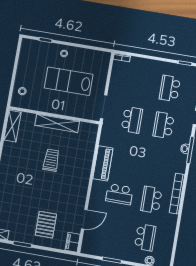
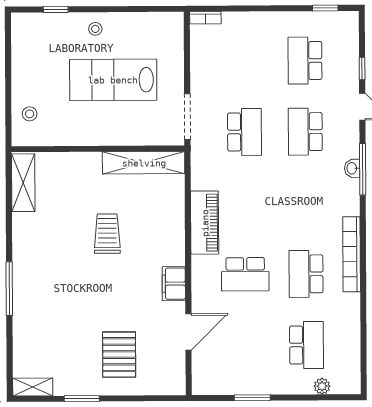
shelving: (57, 123) -> (144, 163), moved
filing cabinet: (73, 242) -> (174, 284), moved

